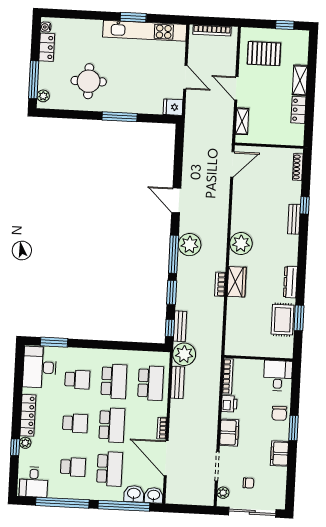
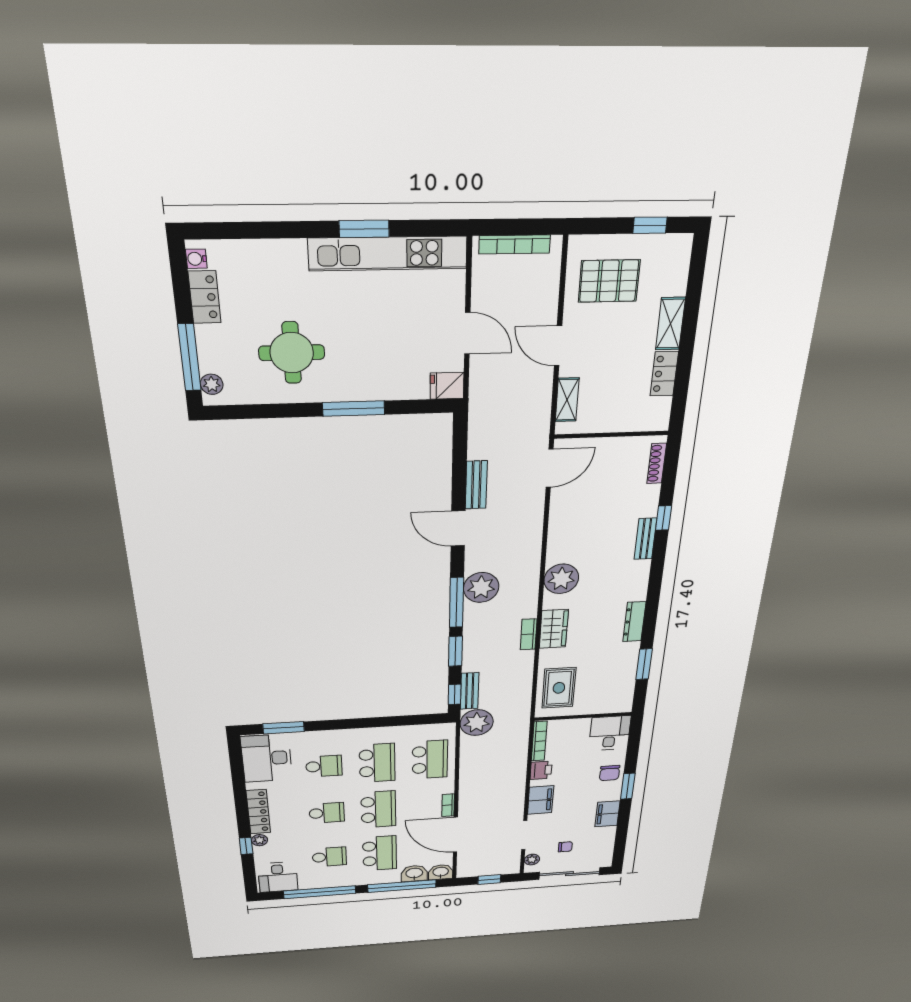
rug: (282, 320) -> (559, 688), moved
bench: (177, 382) -> (476, 485), moved
window: (190, 509) -> (489, 880), added

